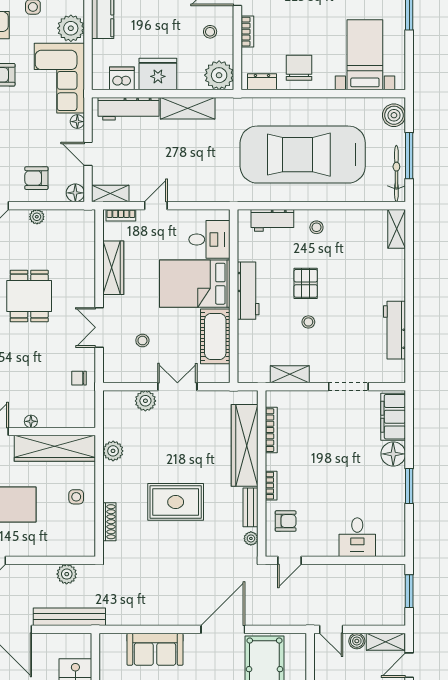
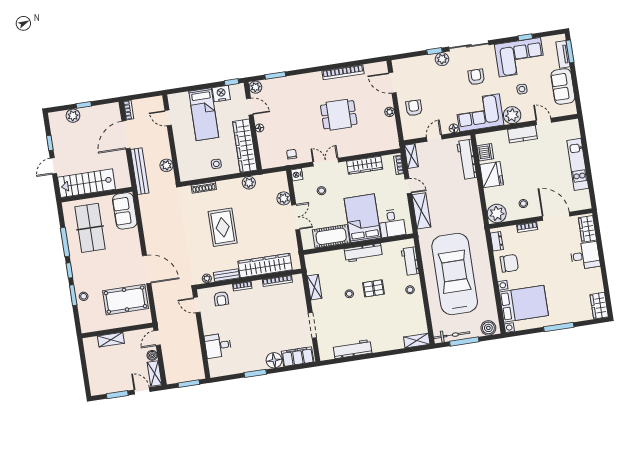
bed with nightstands: (365, 55) -> (524, 304), width x1.36
shelving: (188, 108) -> (421, 211), moved
floor lamp: (75, 193) -> (408, 134), removed
nightstand: (112, 375) -> (297, 175), added
sofa: (155, 649) -> (125, 211), moved

